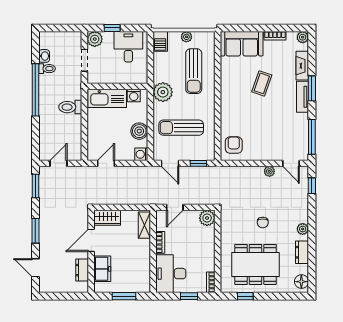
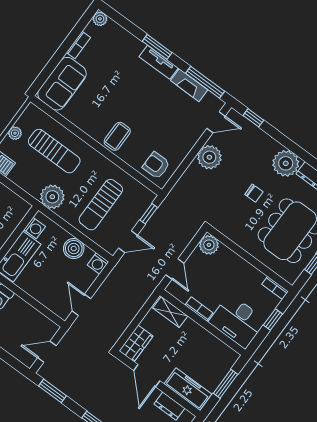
fireplace: (302, 66) -> (189, 85), moved
coffee table: (262, 83) -> (117, 136), moved, turned 71
door: (59, 163) -> (47, 352), hinge flipped
plant: (269, 171) -> (209, 157), width x1.87, depth x1.87
plant: (303, 229) -> (286, 163), width x1.87, depth x1.87
freezer: (102, 269) -> (188, 389), width x1.40

